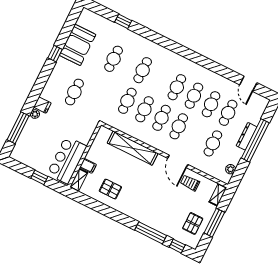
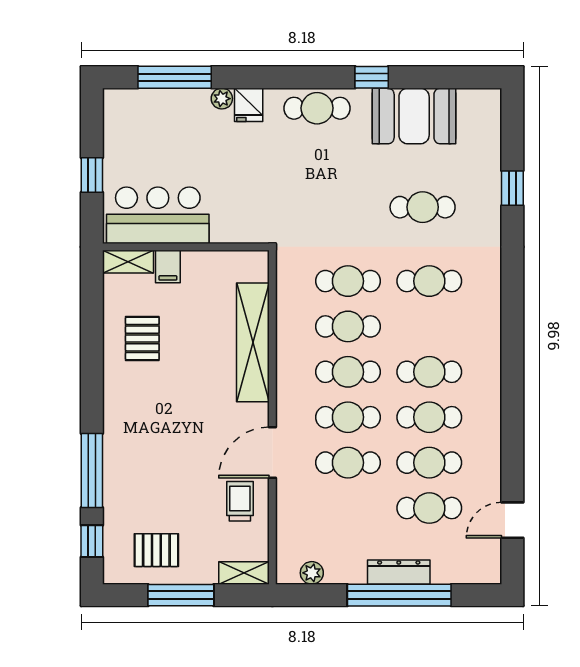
cafe table: (74, 92) -> (317, 108), moved
cafe table: (213, 143) -> (348, 463), moved

